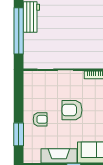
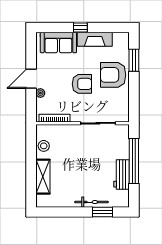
armchair: (40, 119) -> (113, 75), width x1.88, depth x1.88

